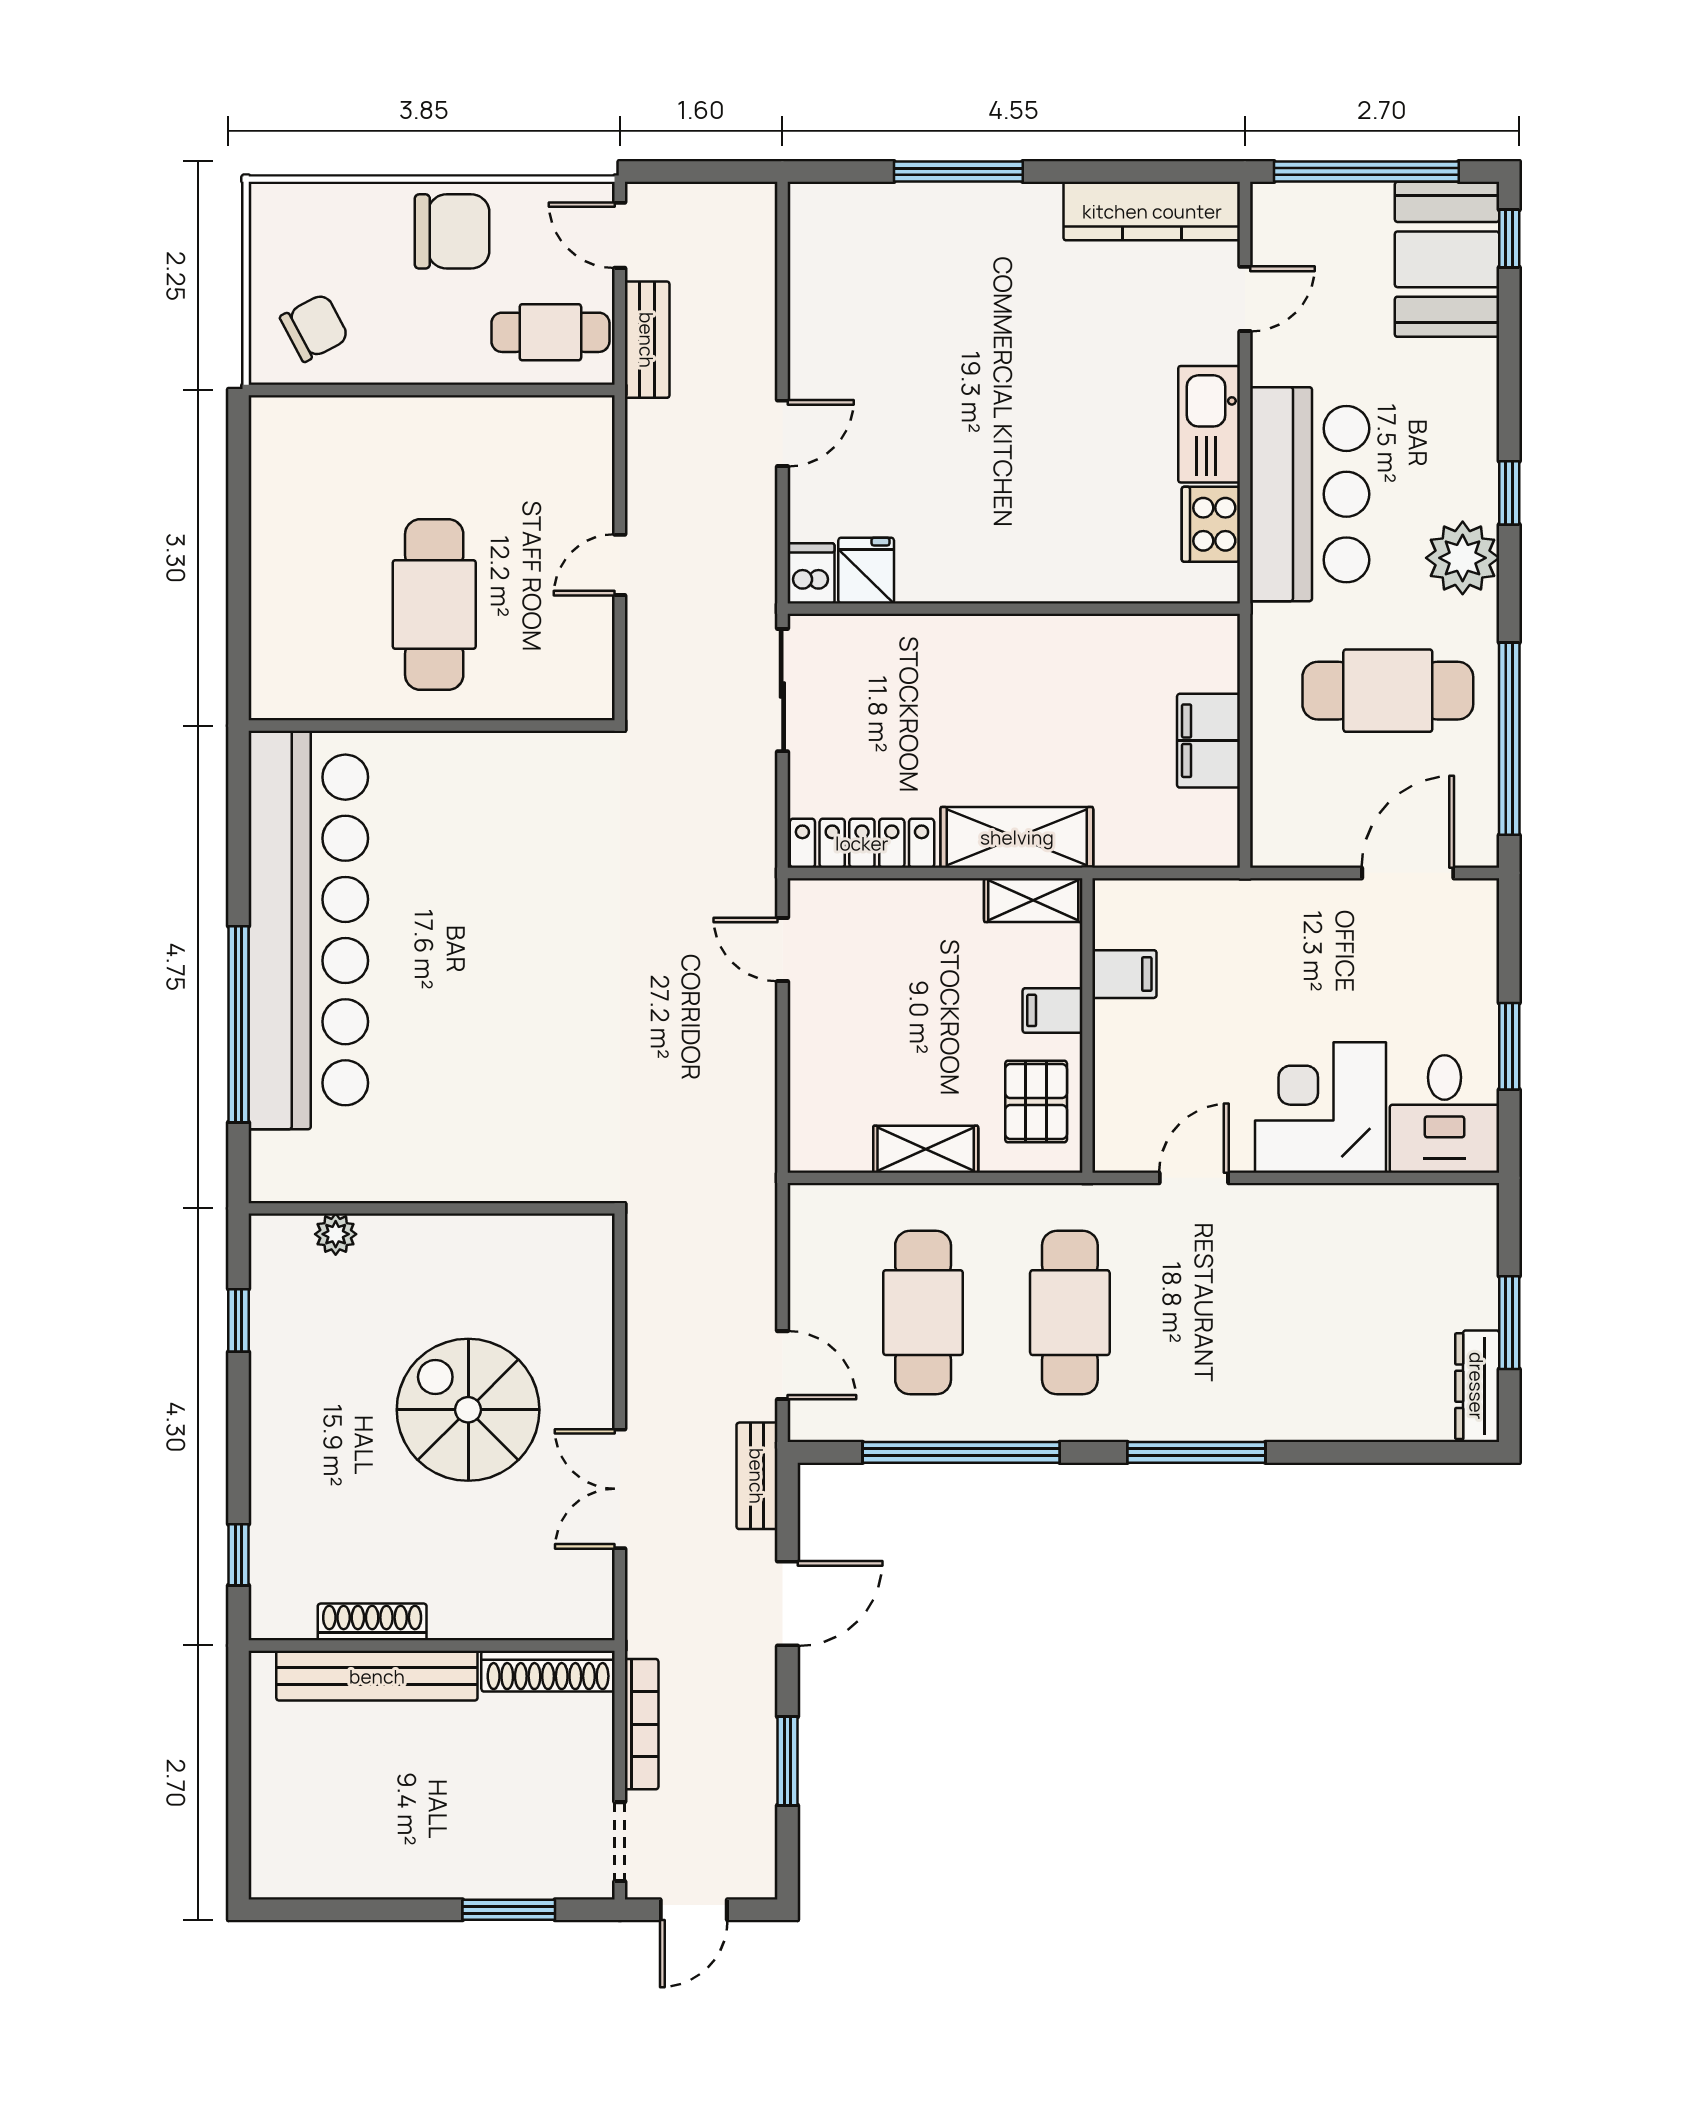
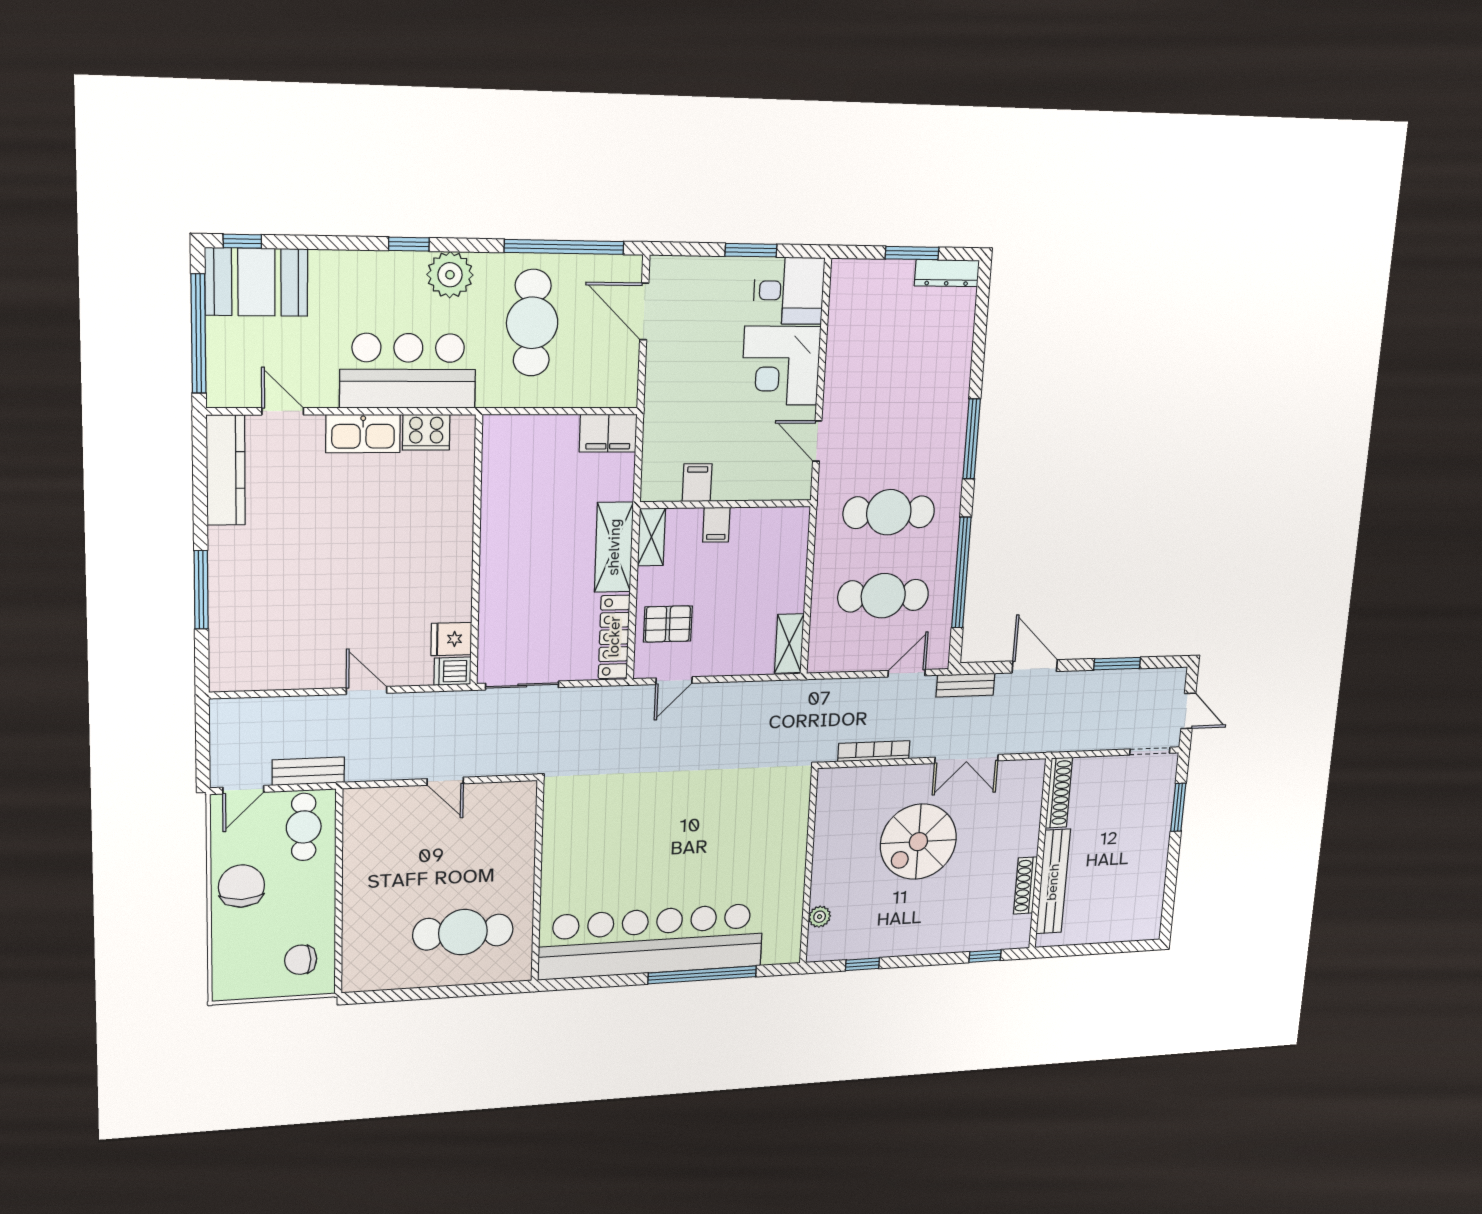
chair: (314, 328) -> (301, 960), turned -62
cafe table: (434, 605) -> (463, 932), moved
filing cabinet: (1209, 741) -> (608, 433), moved
pallet: (1036, 1102) -> (668, 624), moved
shelving: (926, 1149) -> (789, 644), moved
bookcase: (642, 1724) -> (874, 751), moved

